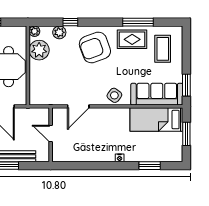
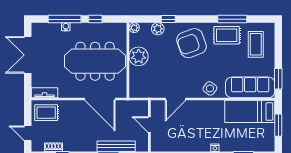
plant: (39, 50) -> (139, 56), moved

